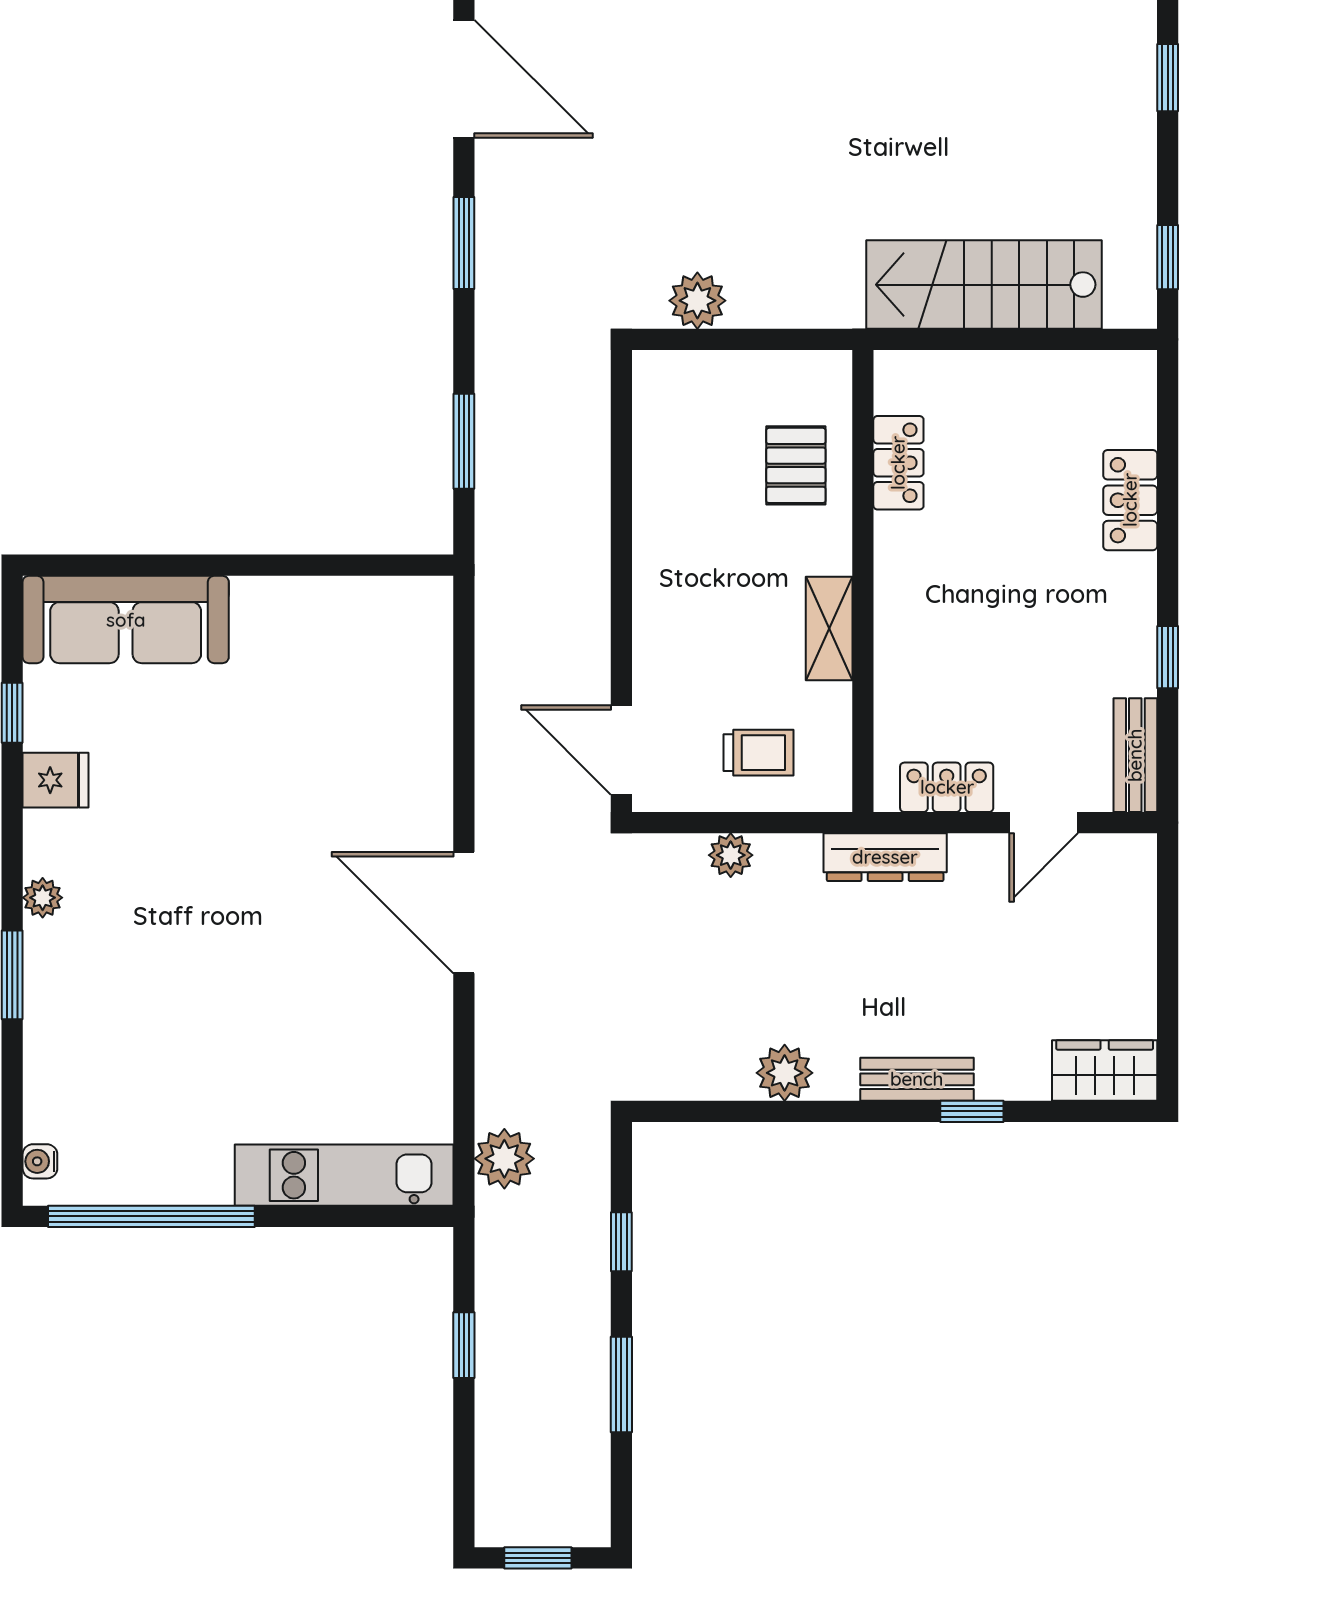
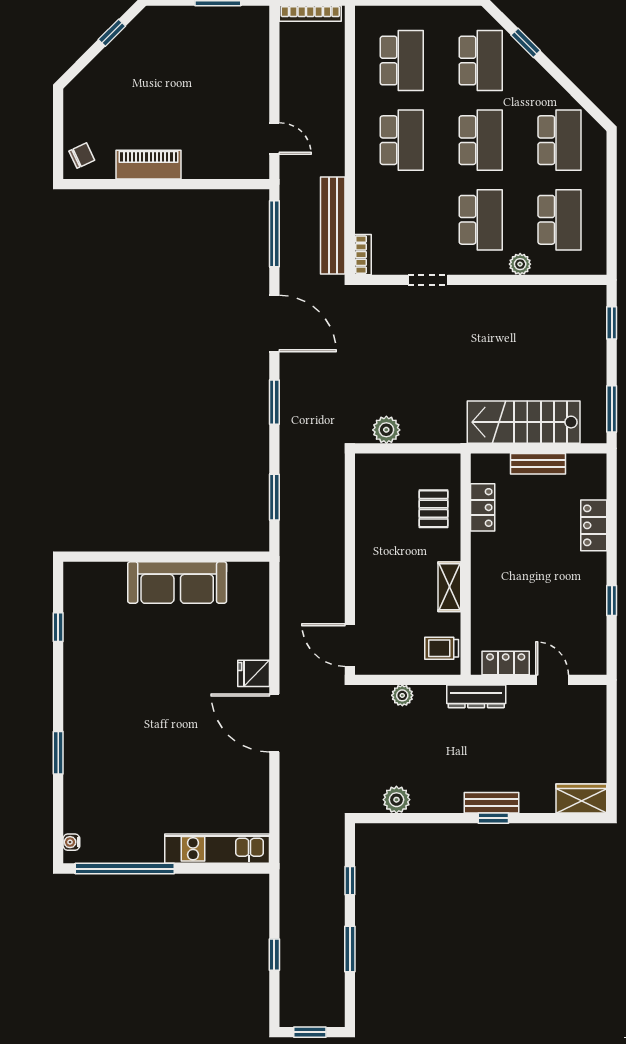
window: (1168, 257) -> (612, 409), width x1.50
sofa: (126, 620) -> (177, 583), moved
trolley: (759, 753) -> (442, 648), moved, turned 180
bench: (1135, 755) -> (538, 464), moved, turned 90
fridge: (55, 780) -> (254, 673), moved, turned 180
door: (1044, 823) -> (552, 680), swing flipped
plant: (43, 898) -> (73, 716), removed
plant: (785, 1073) -> (396, 800), moved
window: (972, 1111) -> (493, 818), moved
plant: (504, 1159) -> (294, 841), removed
window: (464, 1345) -> (274, 955), moved

